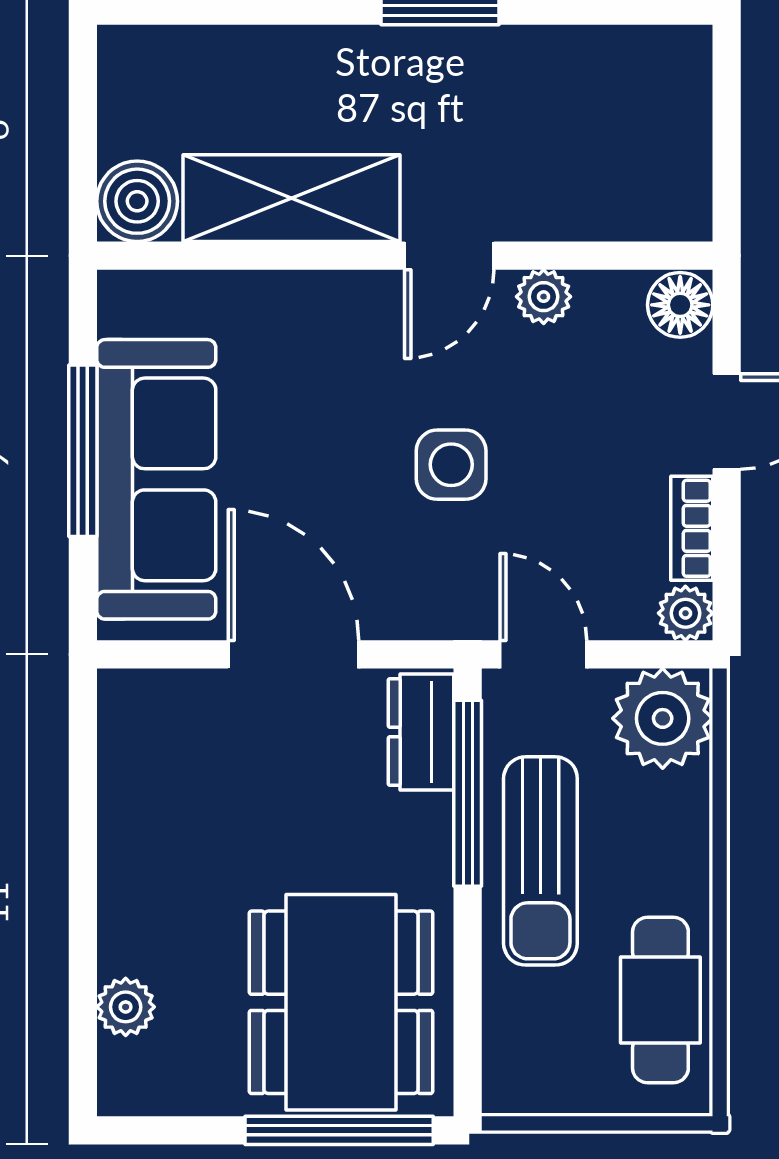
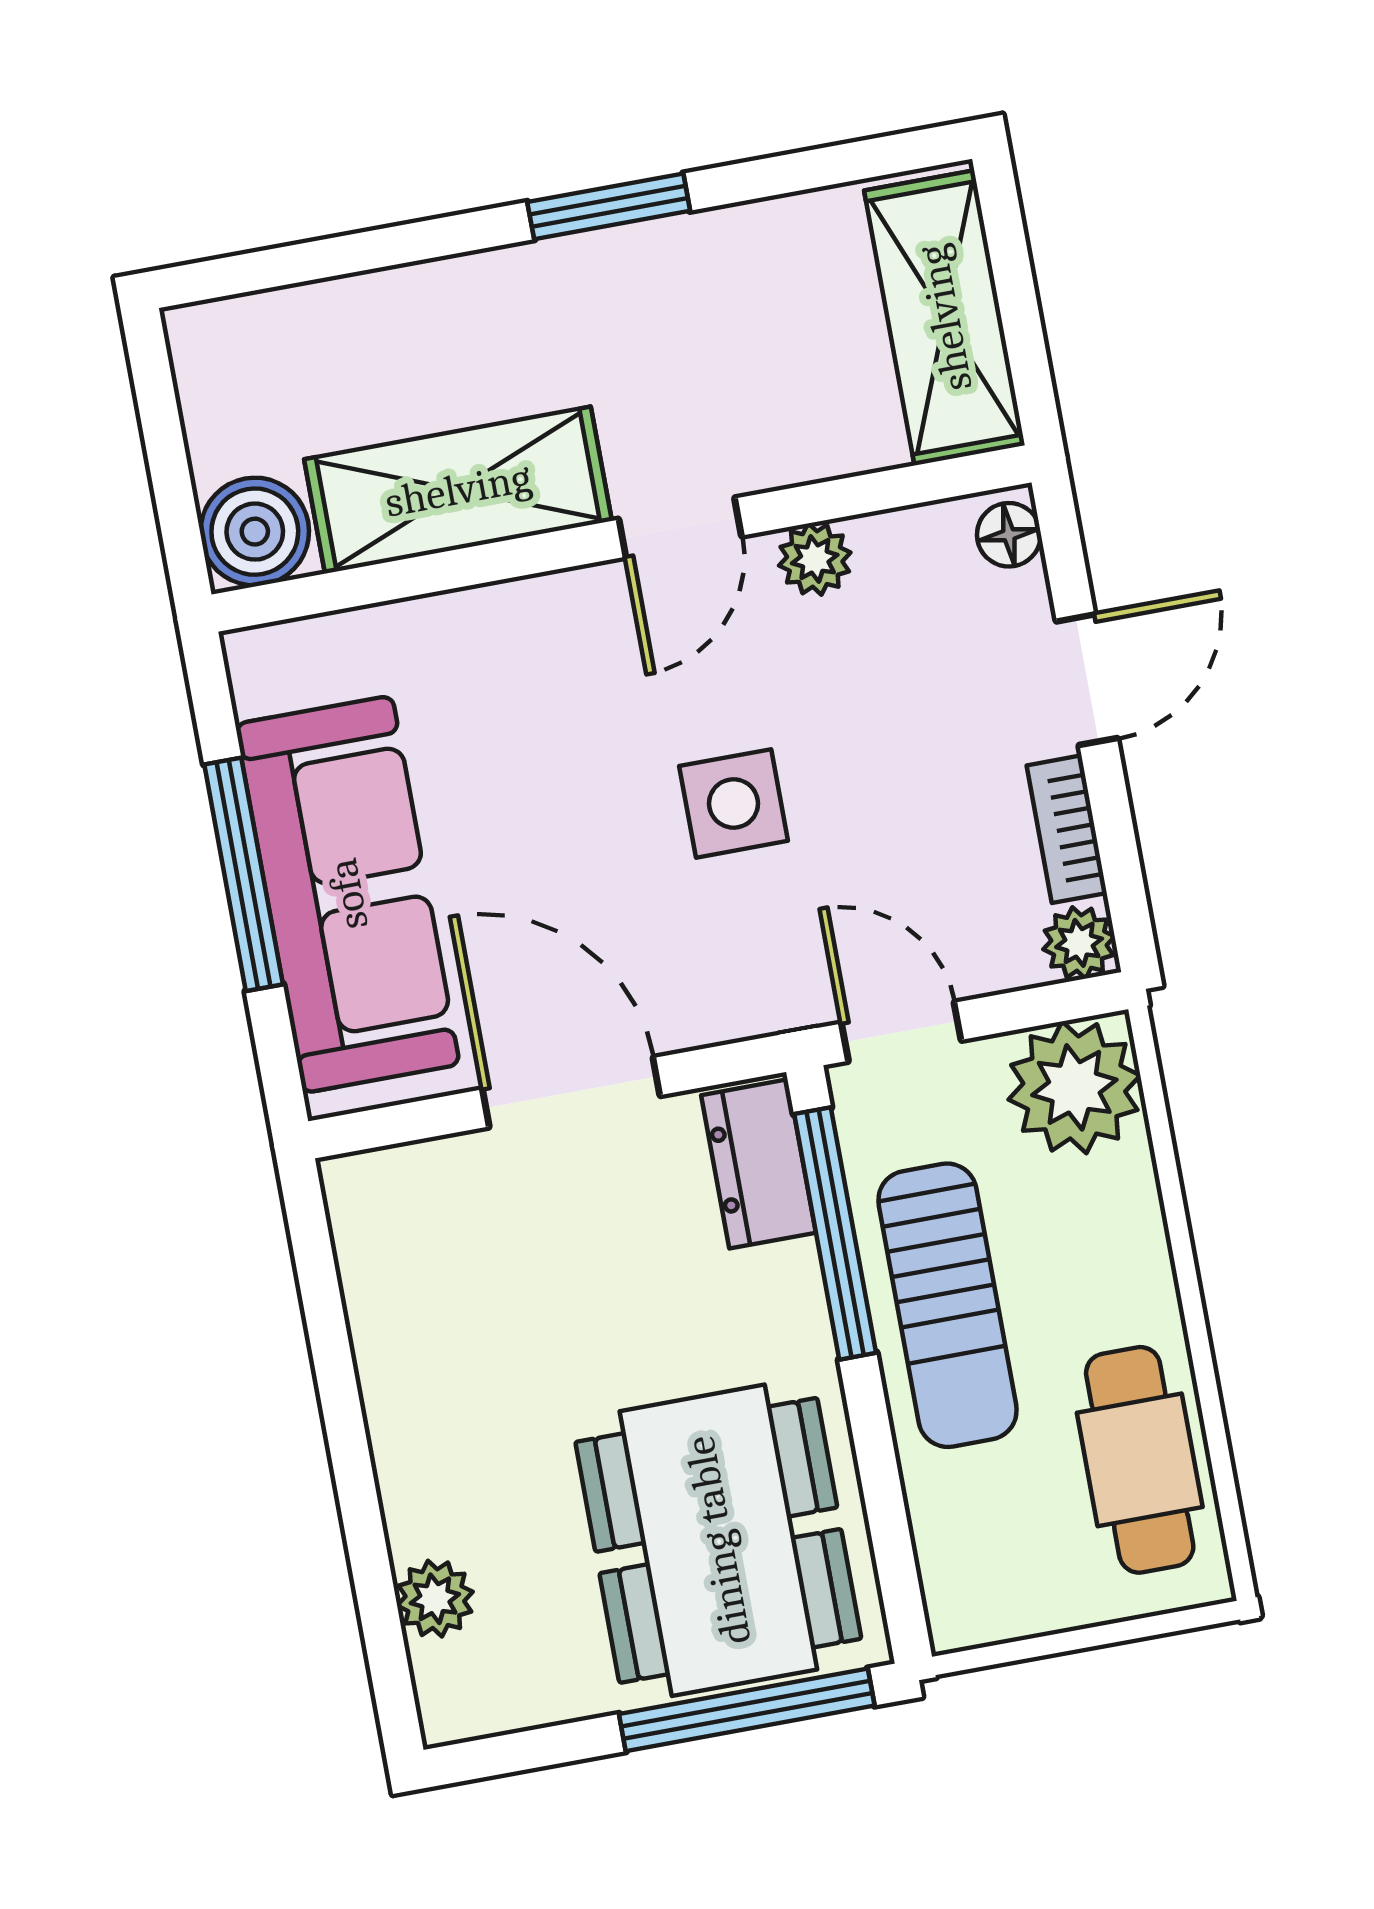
shelving: (671, 137) -> (945, 318), added
floor lamp: (680, 305) -> (1009, 535), width x0.73, depth x0.73

